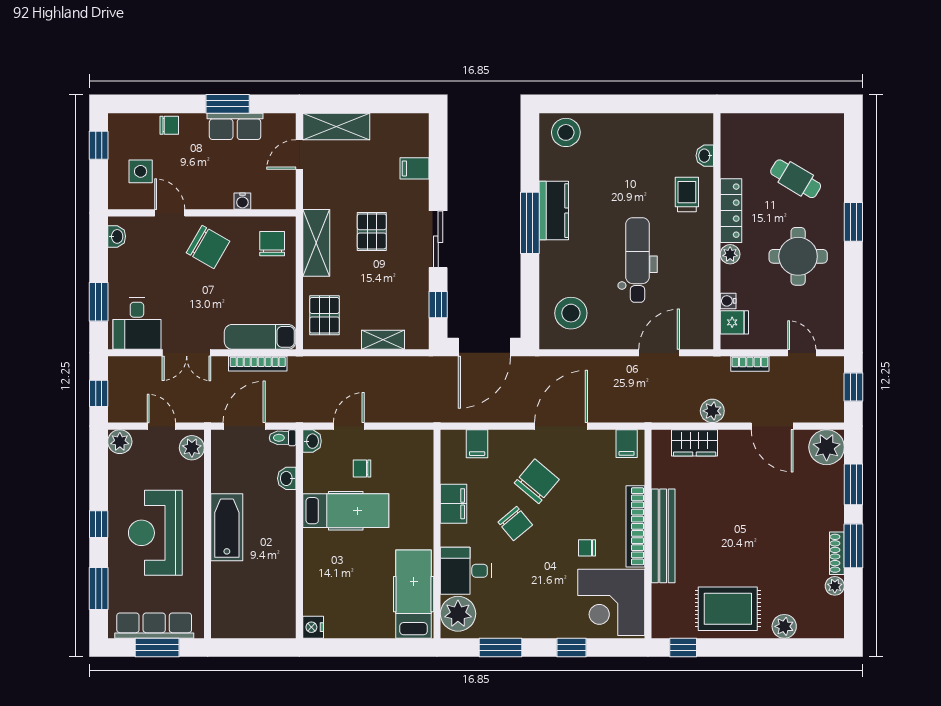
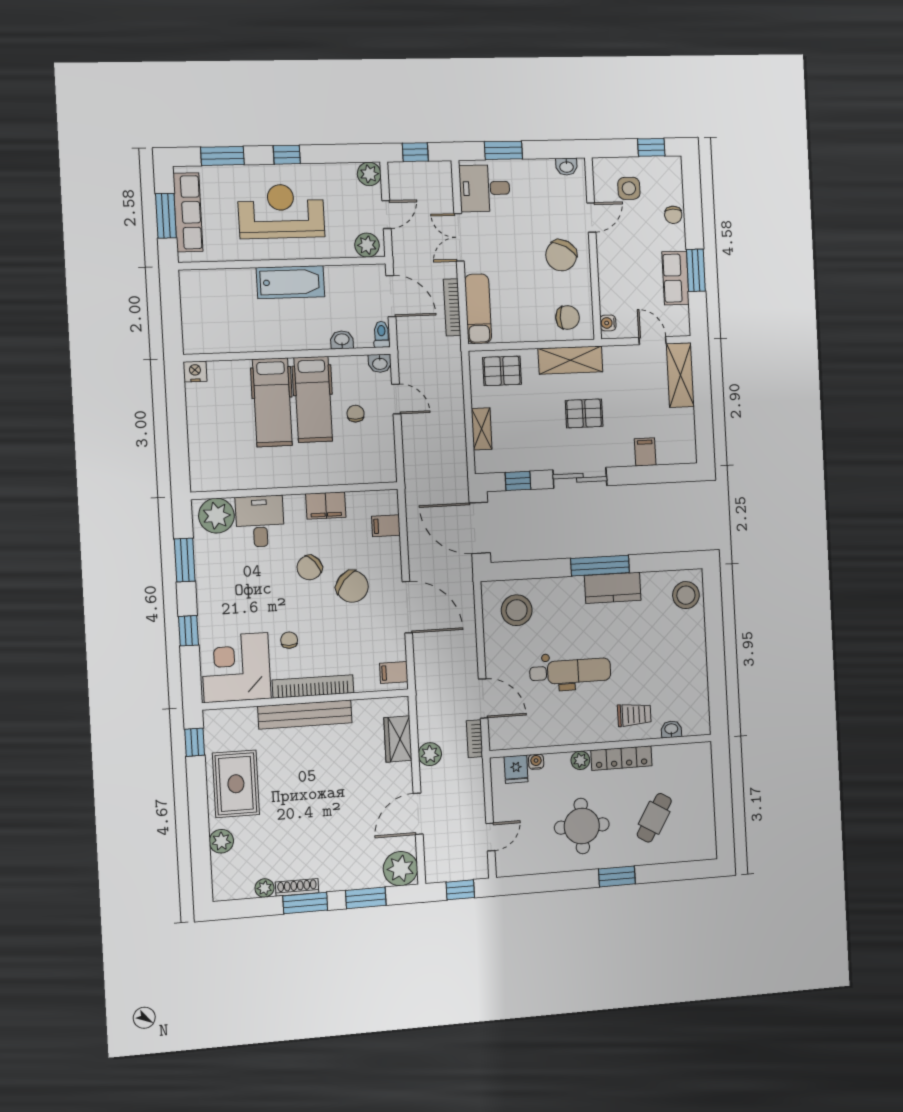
water cooler: (242, 201) -> (608, 323), moved
bookcase: (750, 364) -> (475, 739), moved
hospital bed: (414, 594) -> (272, 402), moved, turned 90

